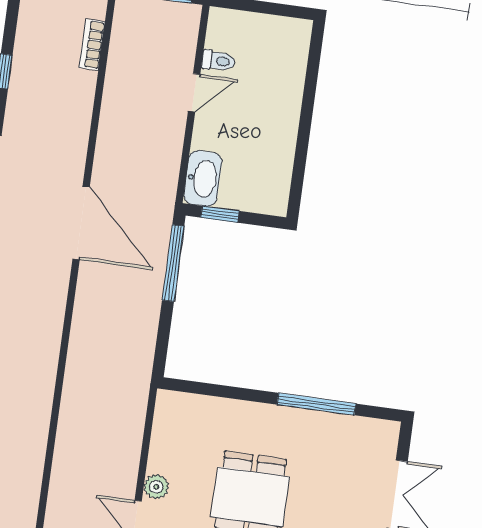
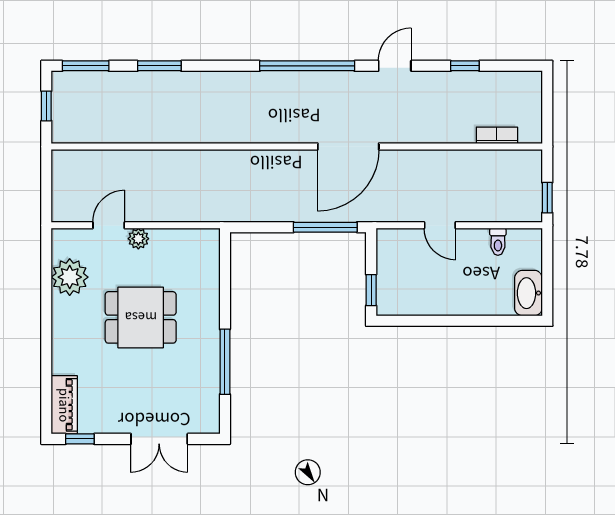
door: (194, 93) -> (440, 225), moved
washbasin: (203, 178) -> (528, 293), moved, turned 90
window: (220, 214) -> (371, 290), moved

